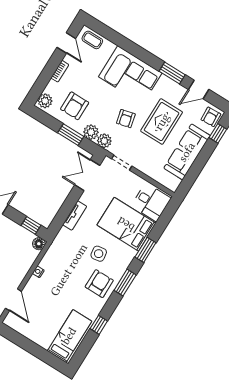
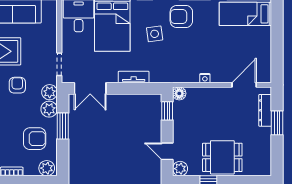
armchair: (126, 119) -> (17, 85), turned -76

